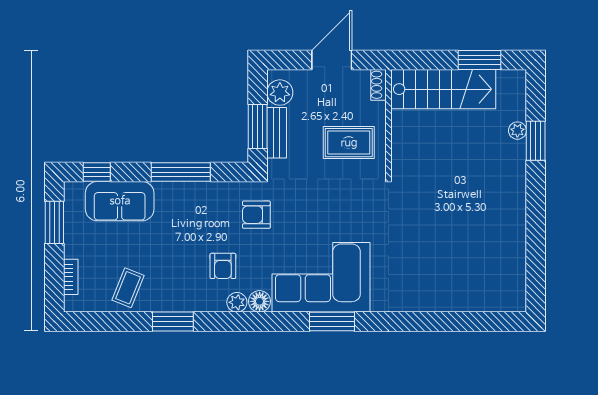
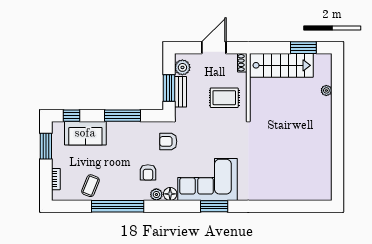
window: (536, 141) -> (337, 97), removed
window: (173, 322) -> (118, 206), width x2.11

